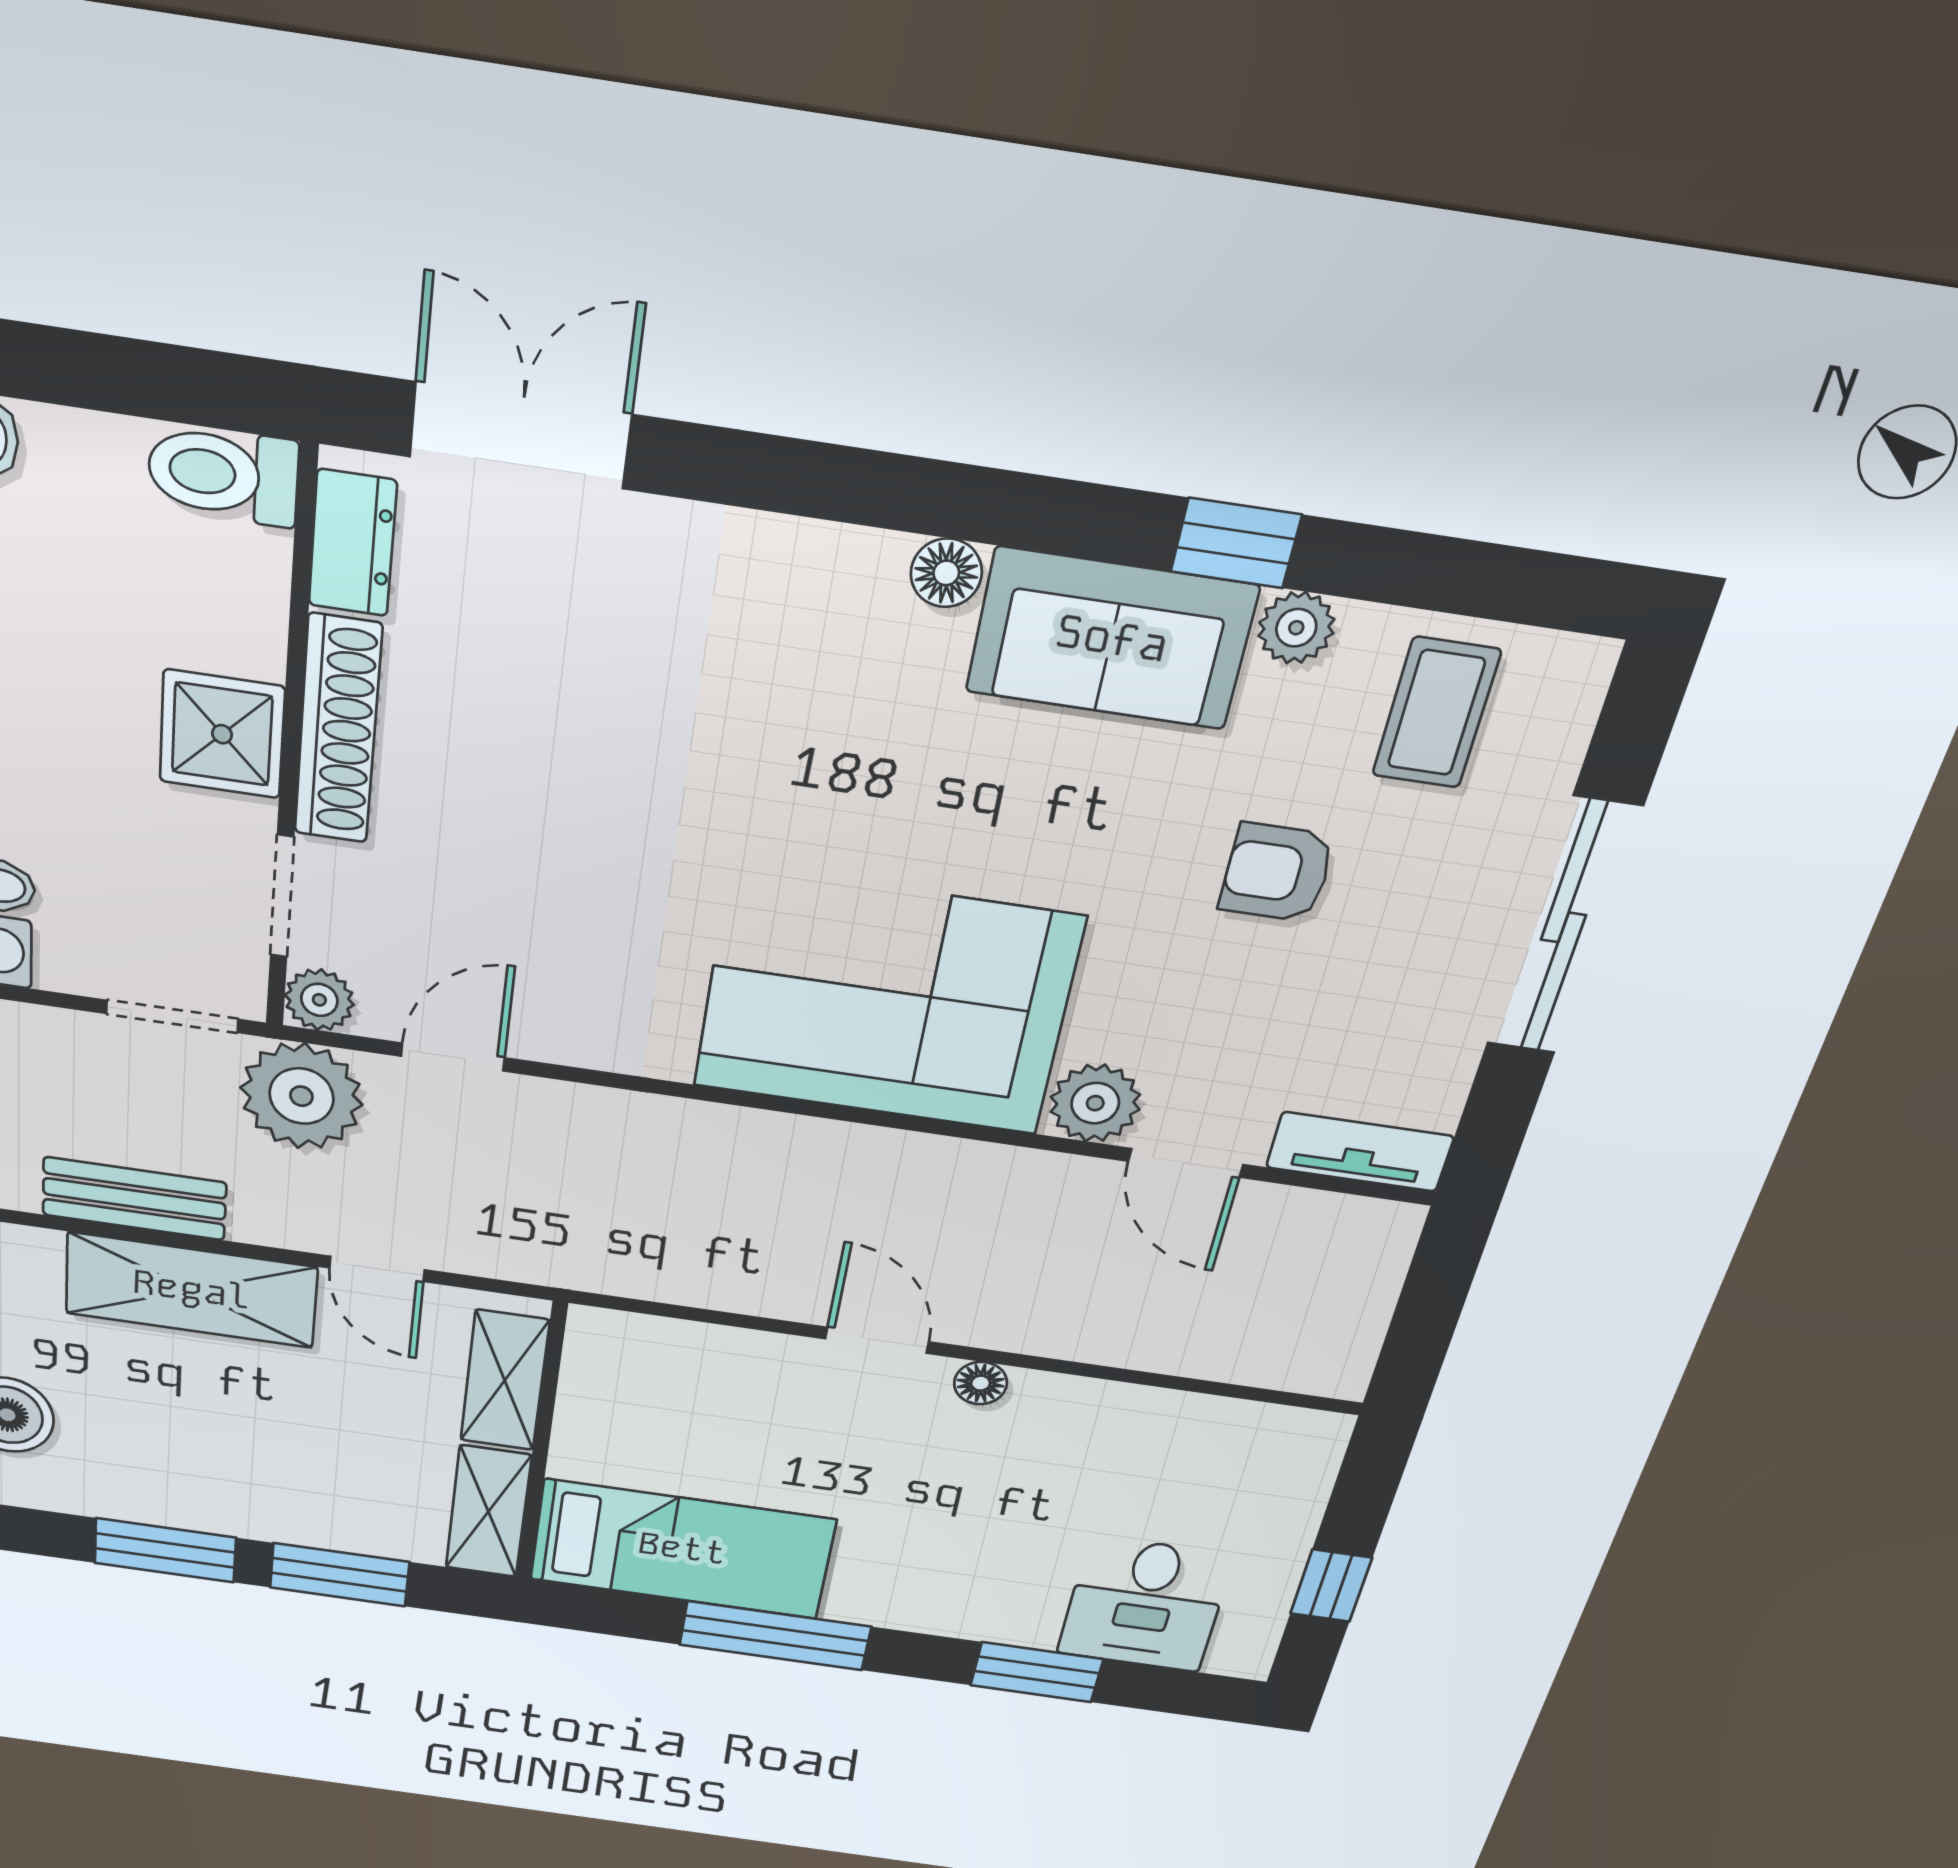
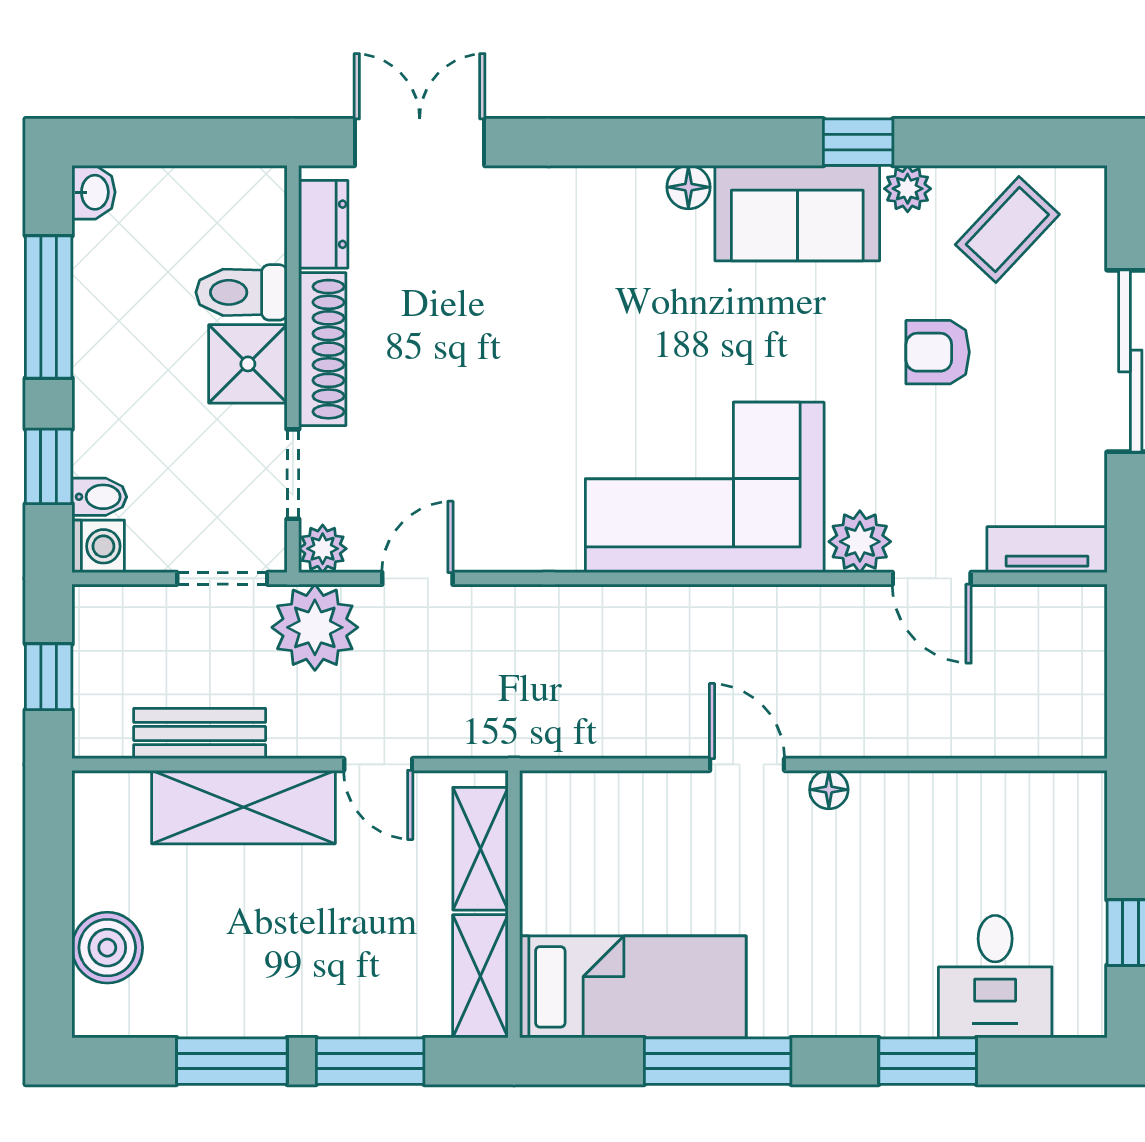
toilet: (223, 474) -> (241, 292), moved
coffee table: (1436, 713) -> (1007, 229), turned 43

